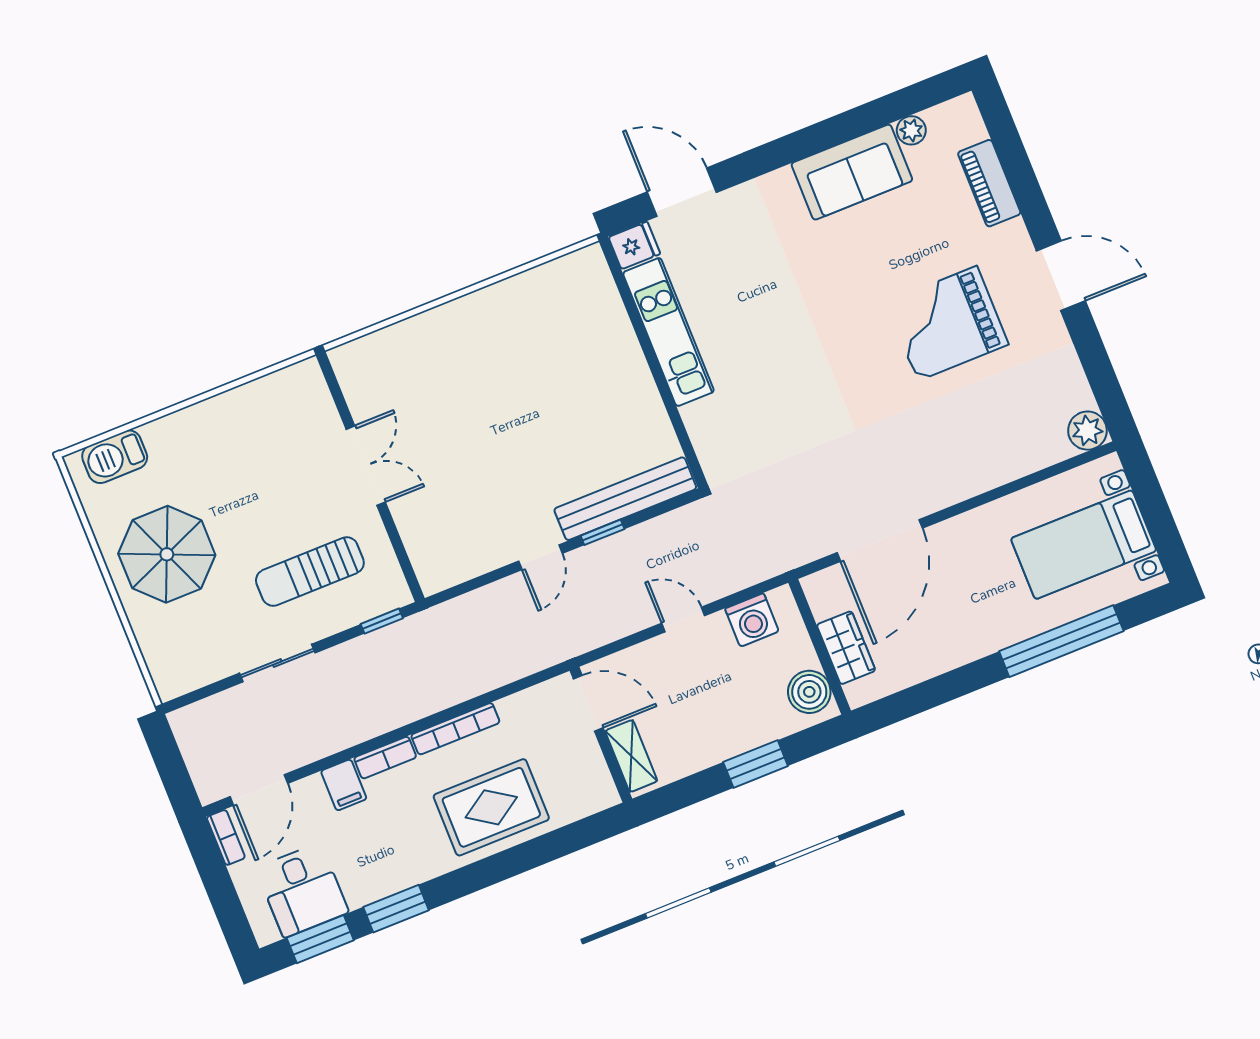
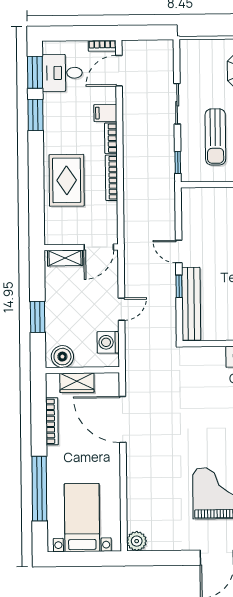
sun lounger: (310, 571) -> (215, 137), turned 180
bookcase: (932, 666) -> (52, 421), added
door: (259, 790) -> (119, 71), hinge flipped

